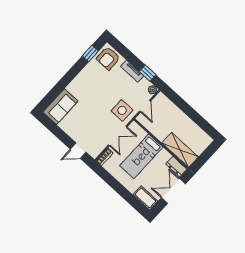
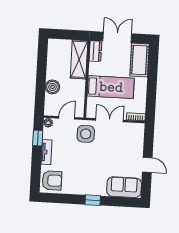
window: (90, 54) -> (93, 200), moved
boiler: (176, 114) -> (52, 87), added
door: (78, 151) -> (147, 165), moved
double door: (173, 191) -> (117, 37), swing flipped
cot: (145, 198) -> (139, 60), width x1.37, depth x1.34

